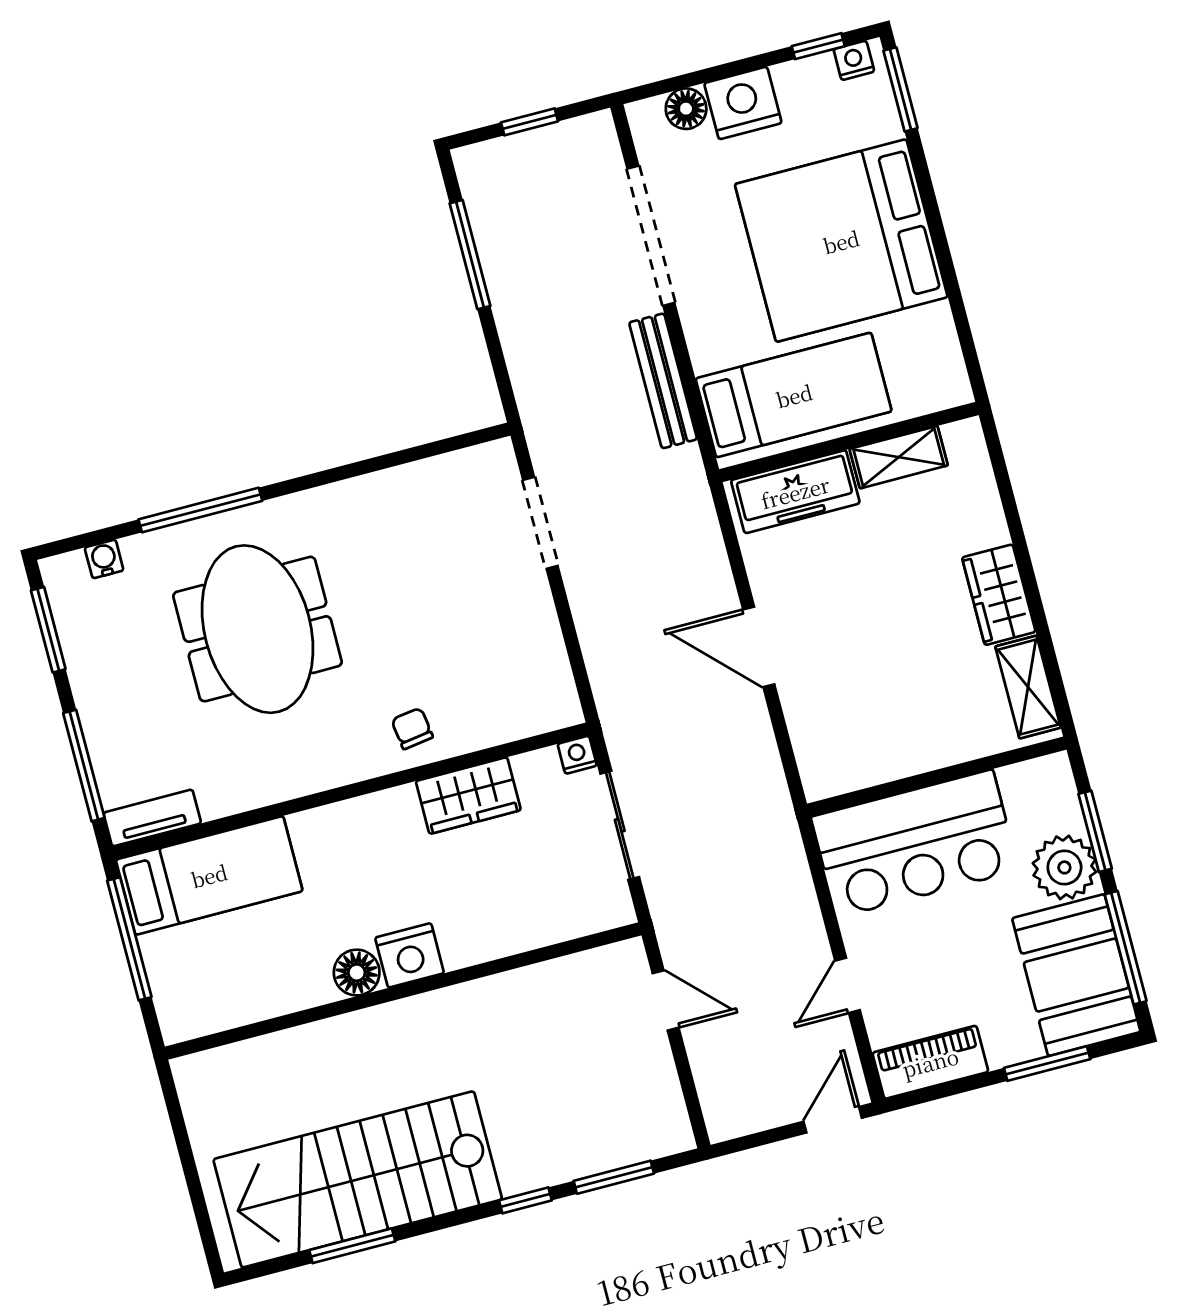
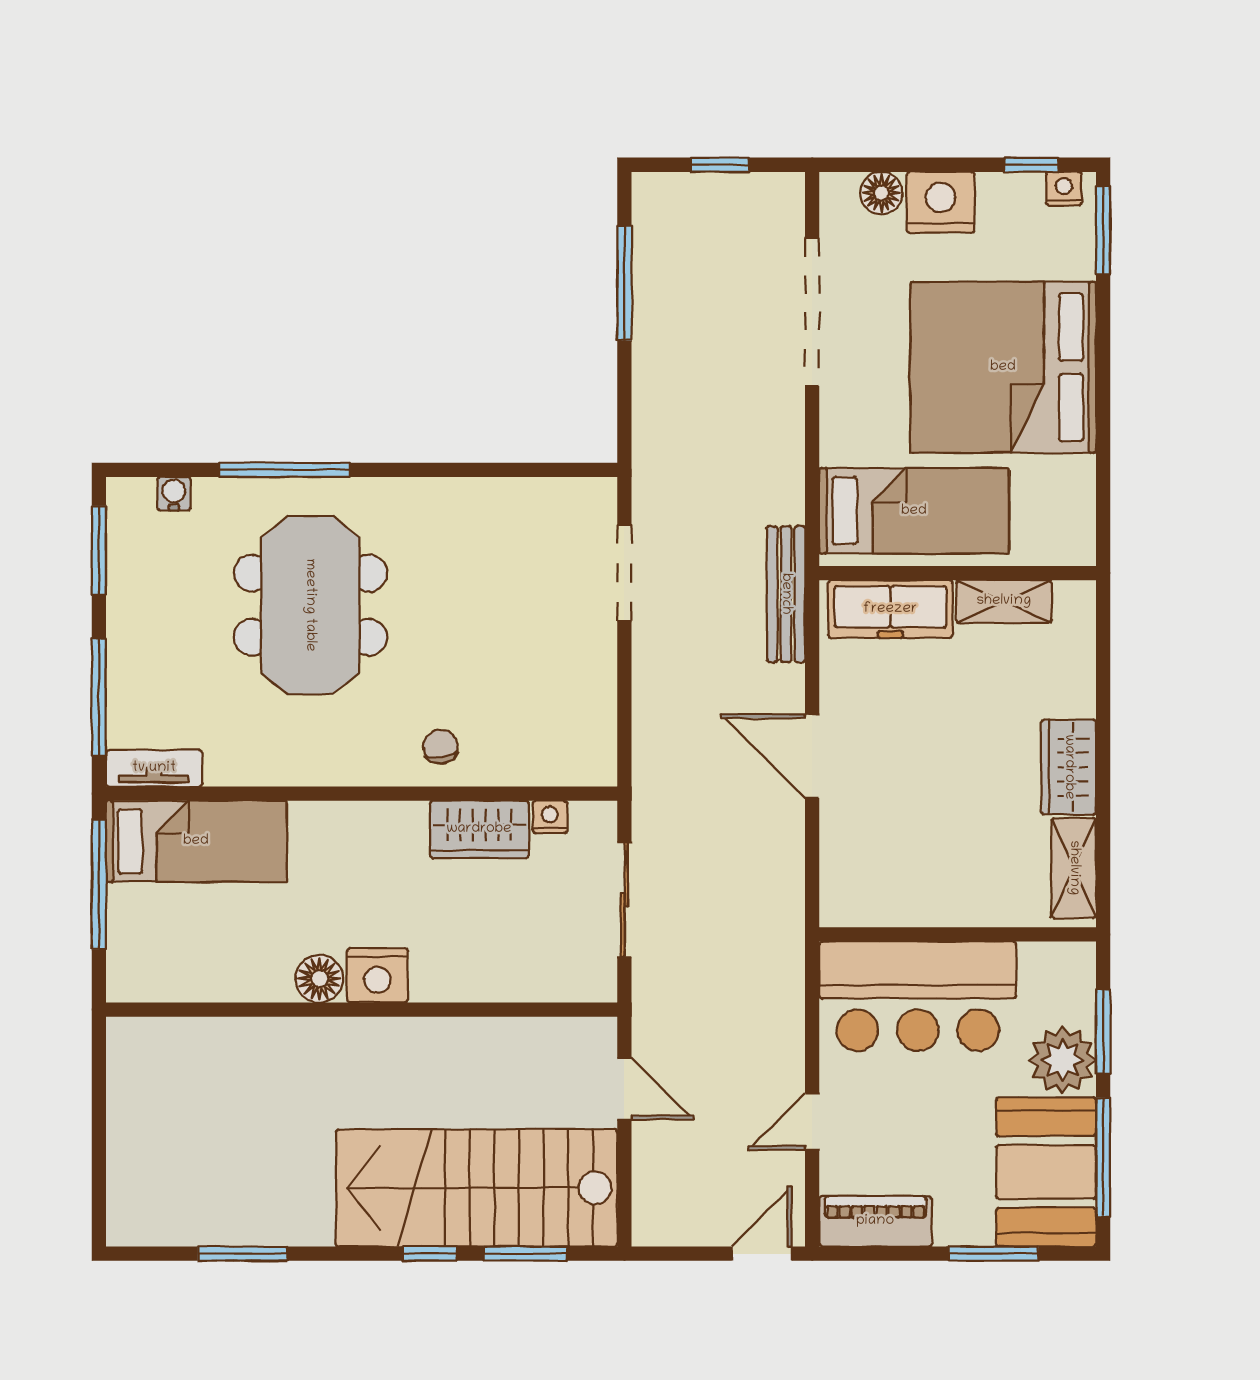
bench: (663, 381) -> (786, 594), moved
nightstand: (577, 755) -> (550, 817), moved
stairs: (358, 1179) -> (477, 1188), moved

